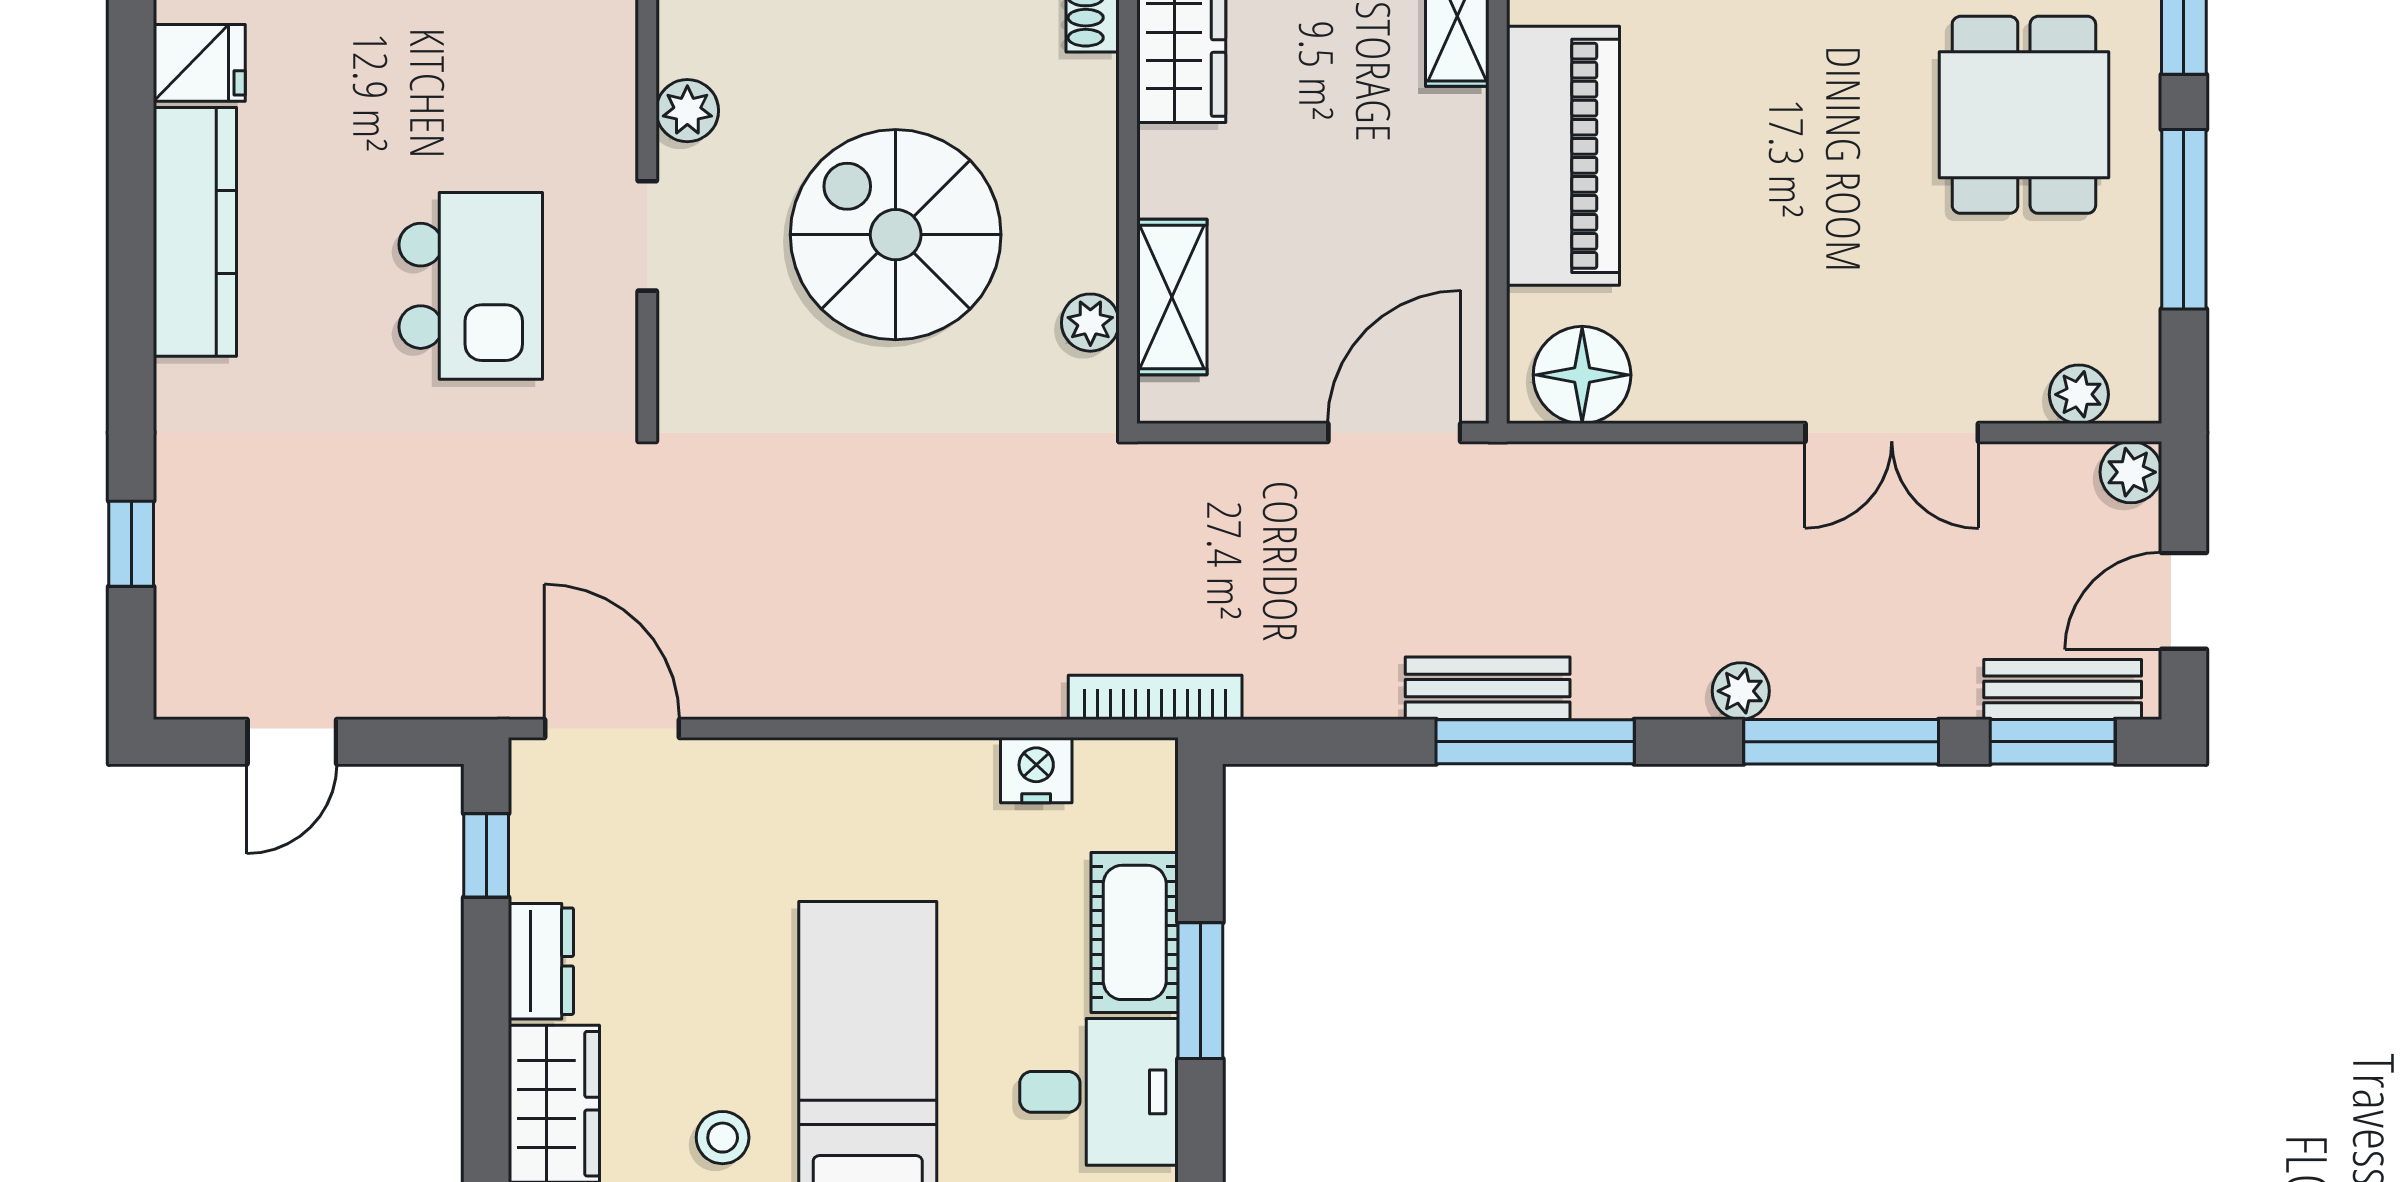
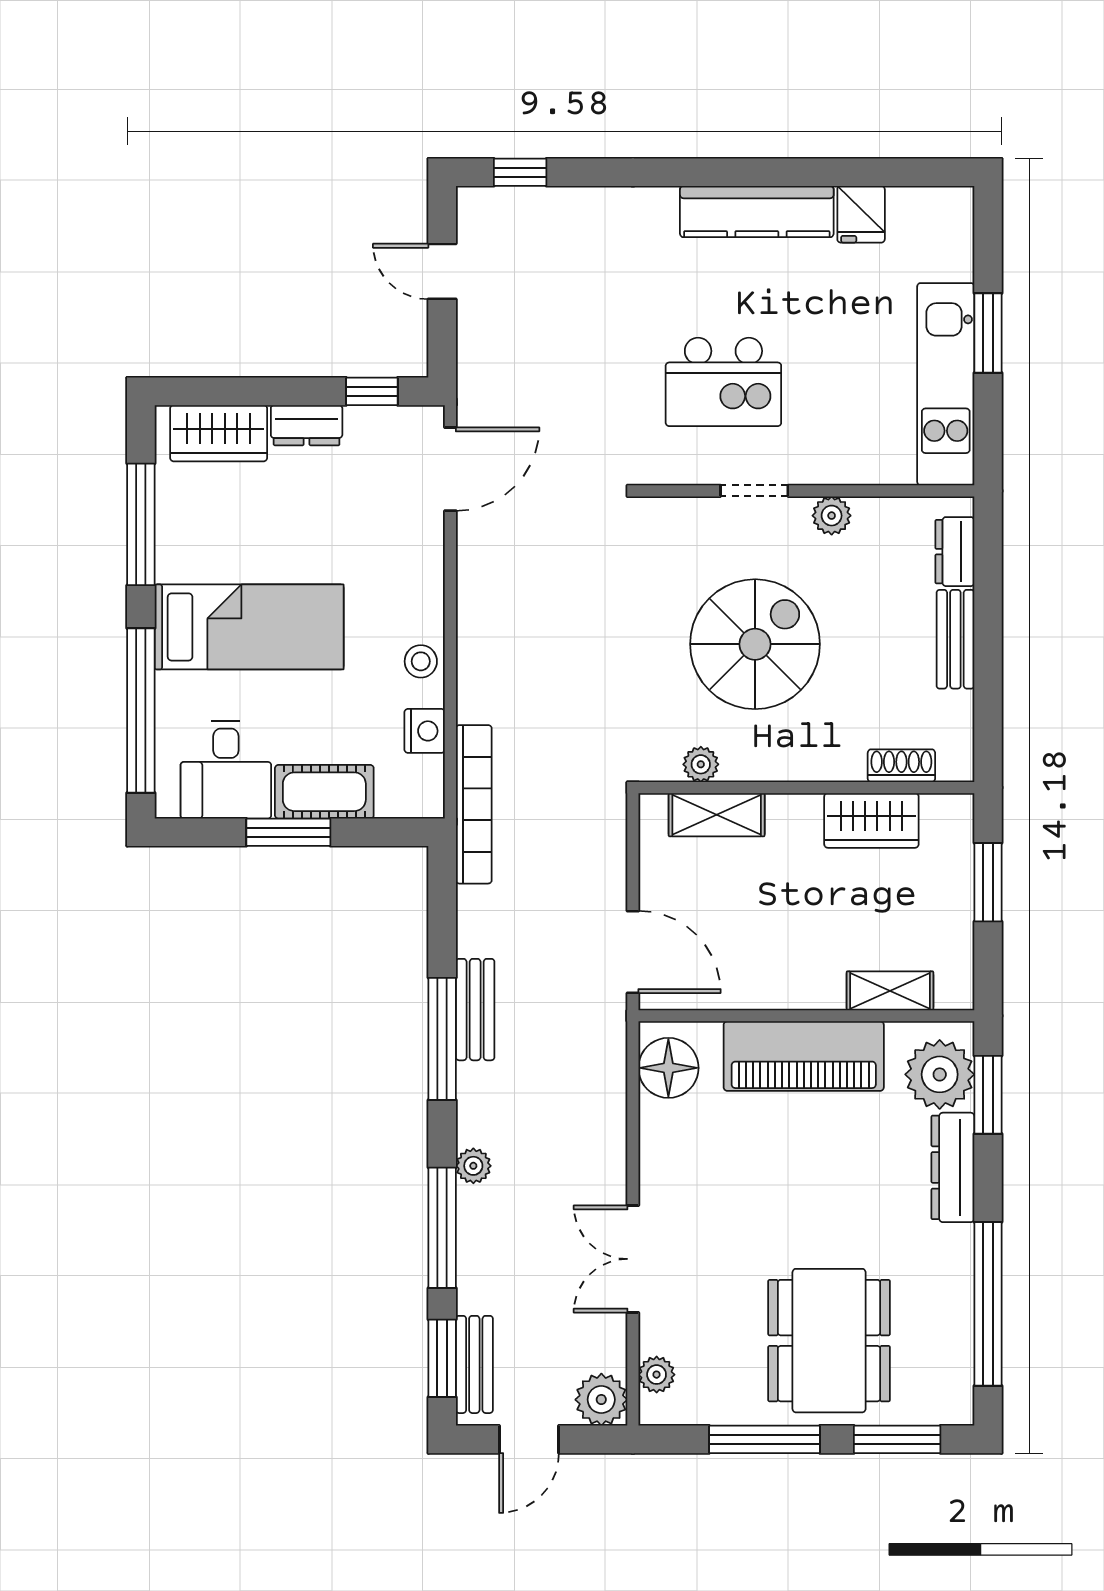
dining table: (2024, 115) -> (829, 1341), width x1.38
plant: (2131, 472) -> (601, 1400), width x1.38, depth x1.38
window: (131, 544) -> (520, 172), moved
door: (2184, 601) -> (529, 1439), swing flipped
bookcase: (1155, 697) -> (474, 804), width x1.48, depth x1.31
stool: (723, 1138) -> (421, 661), moved

